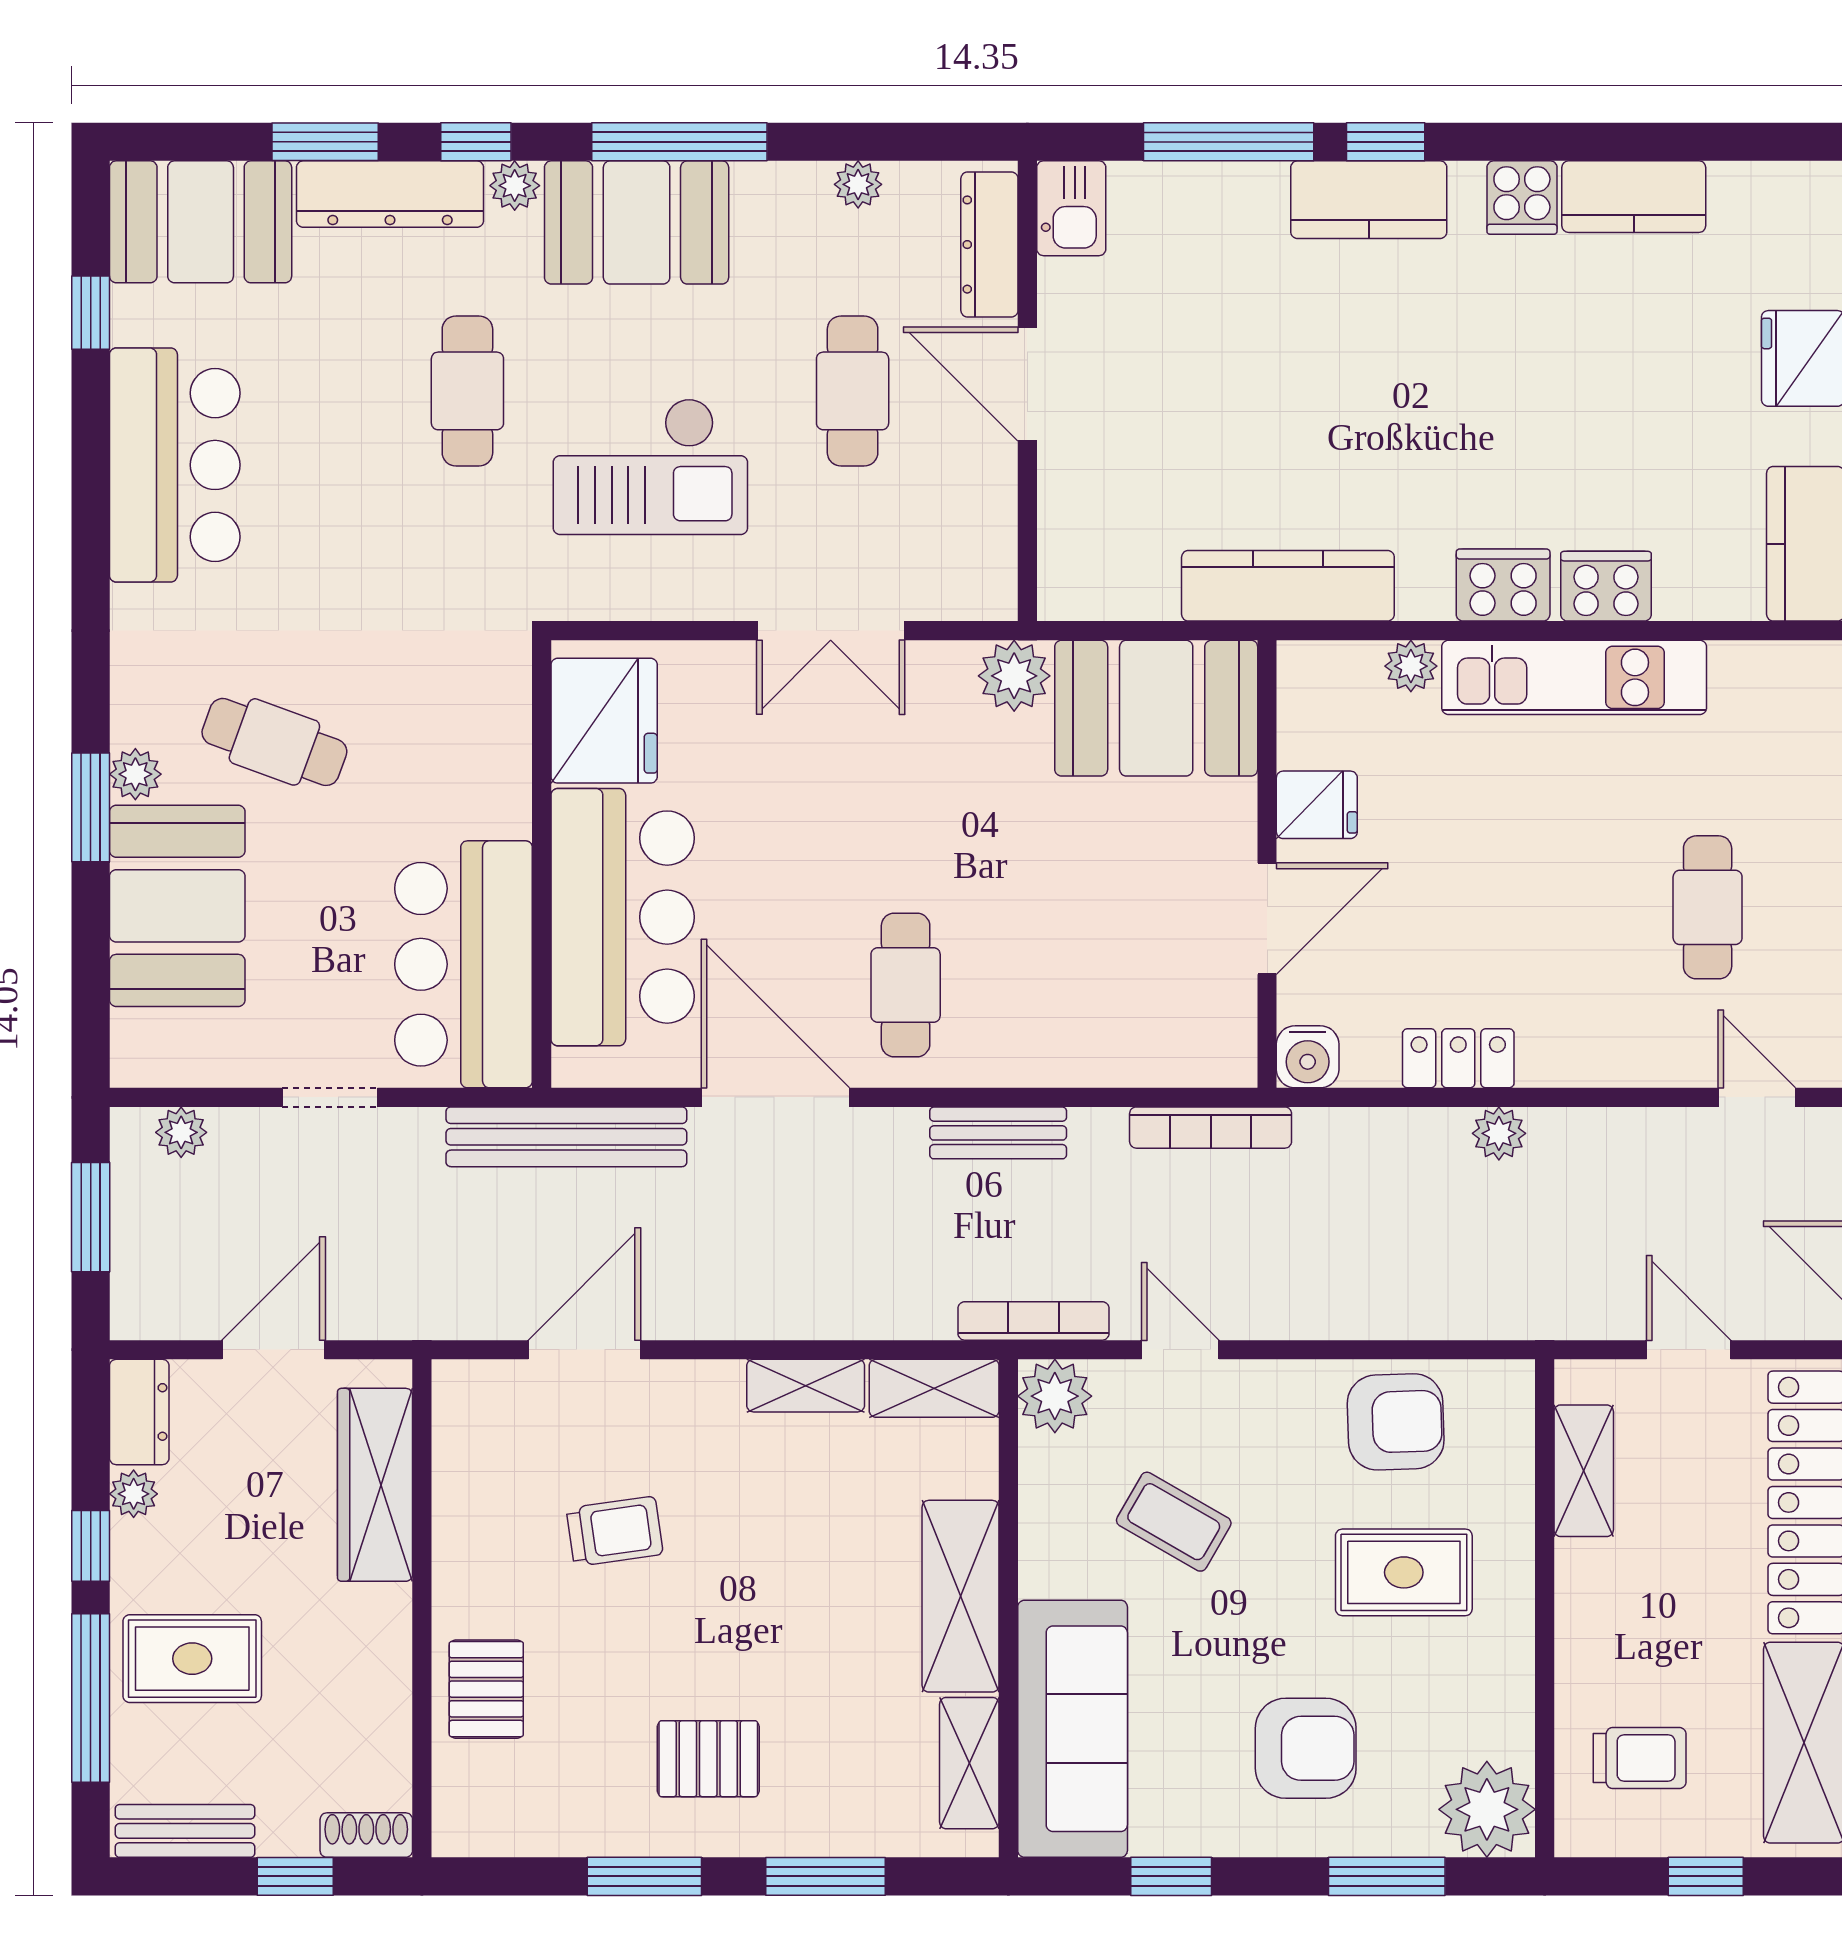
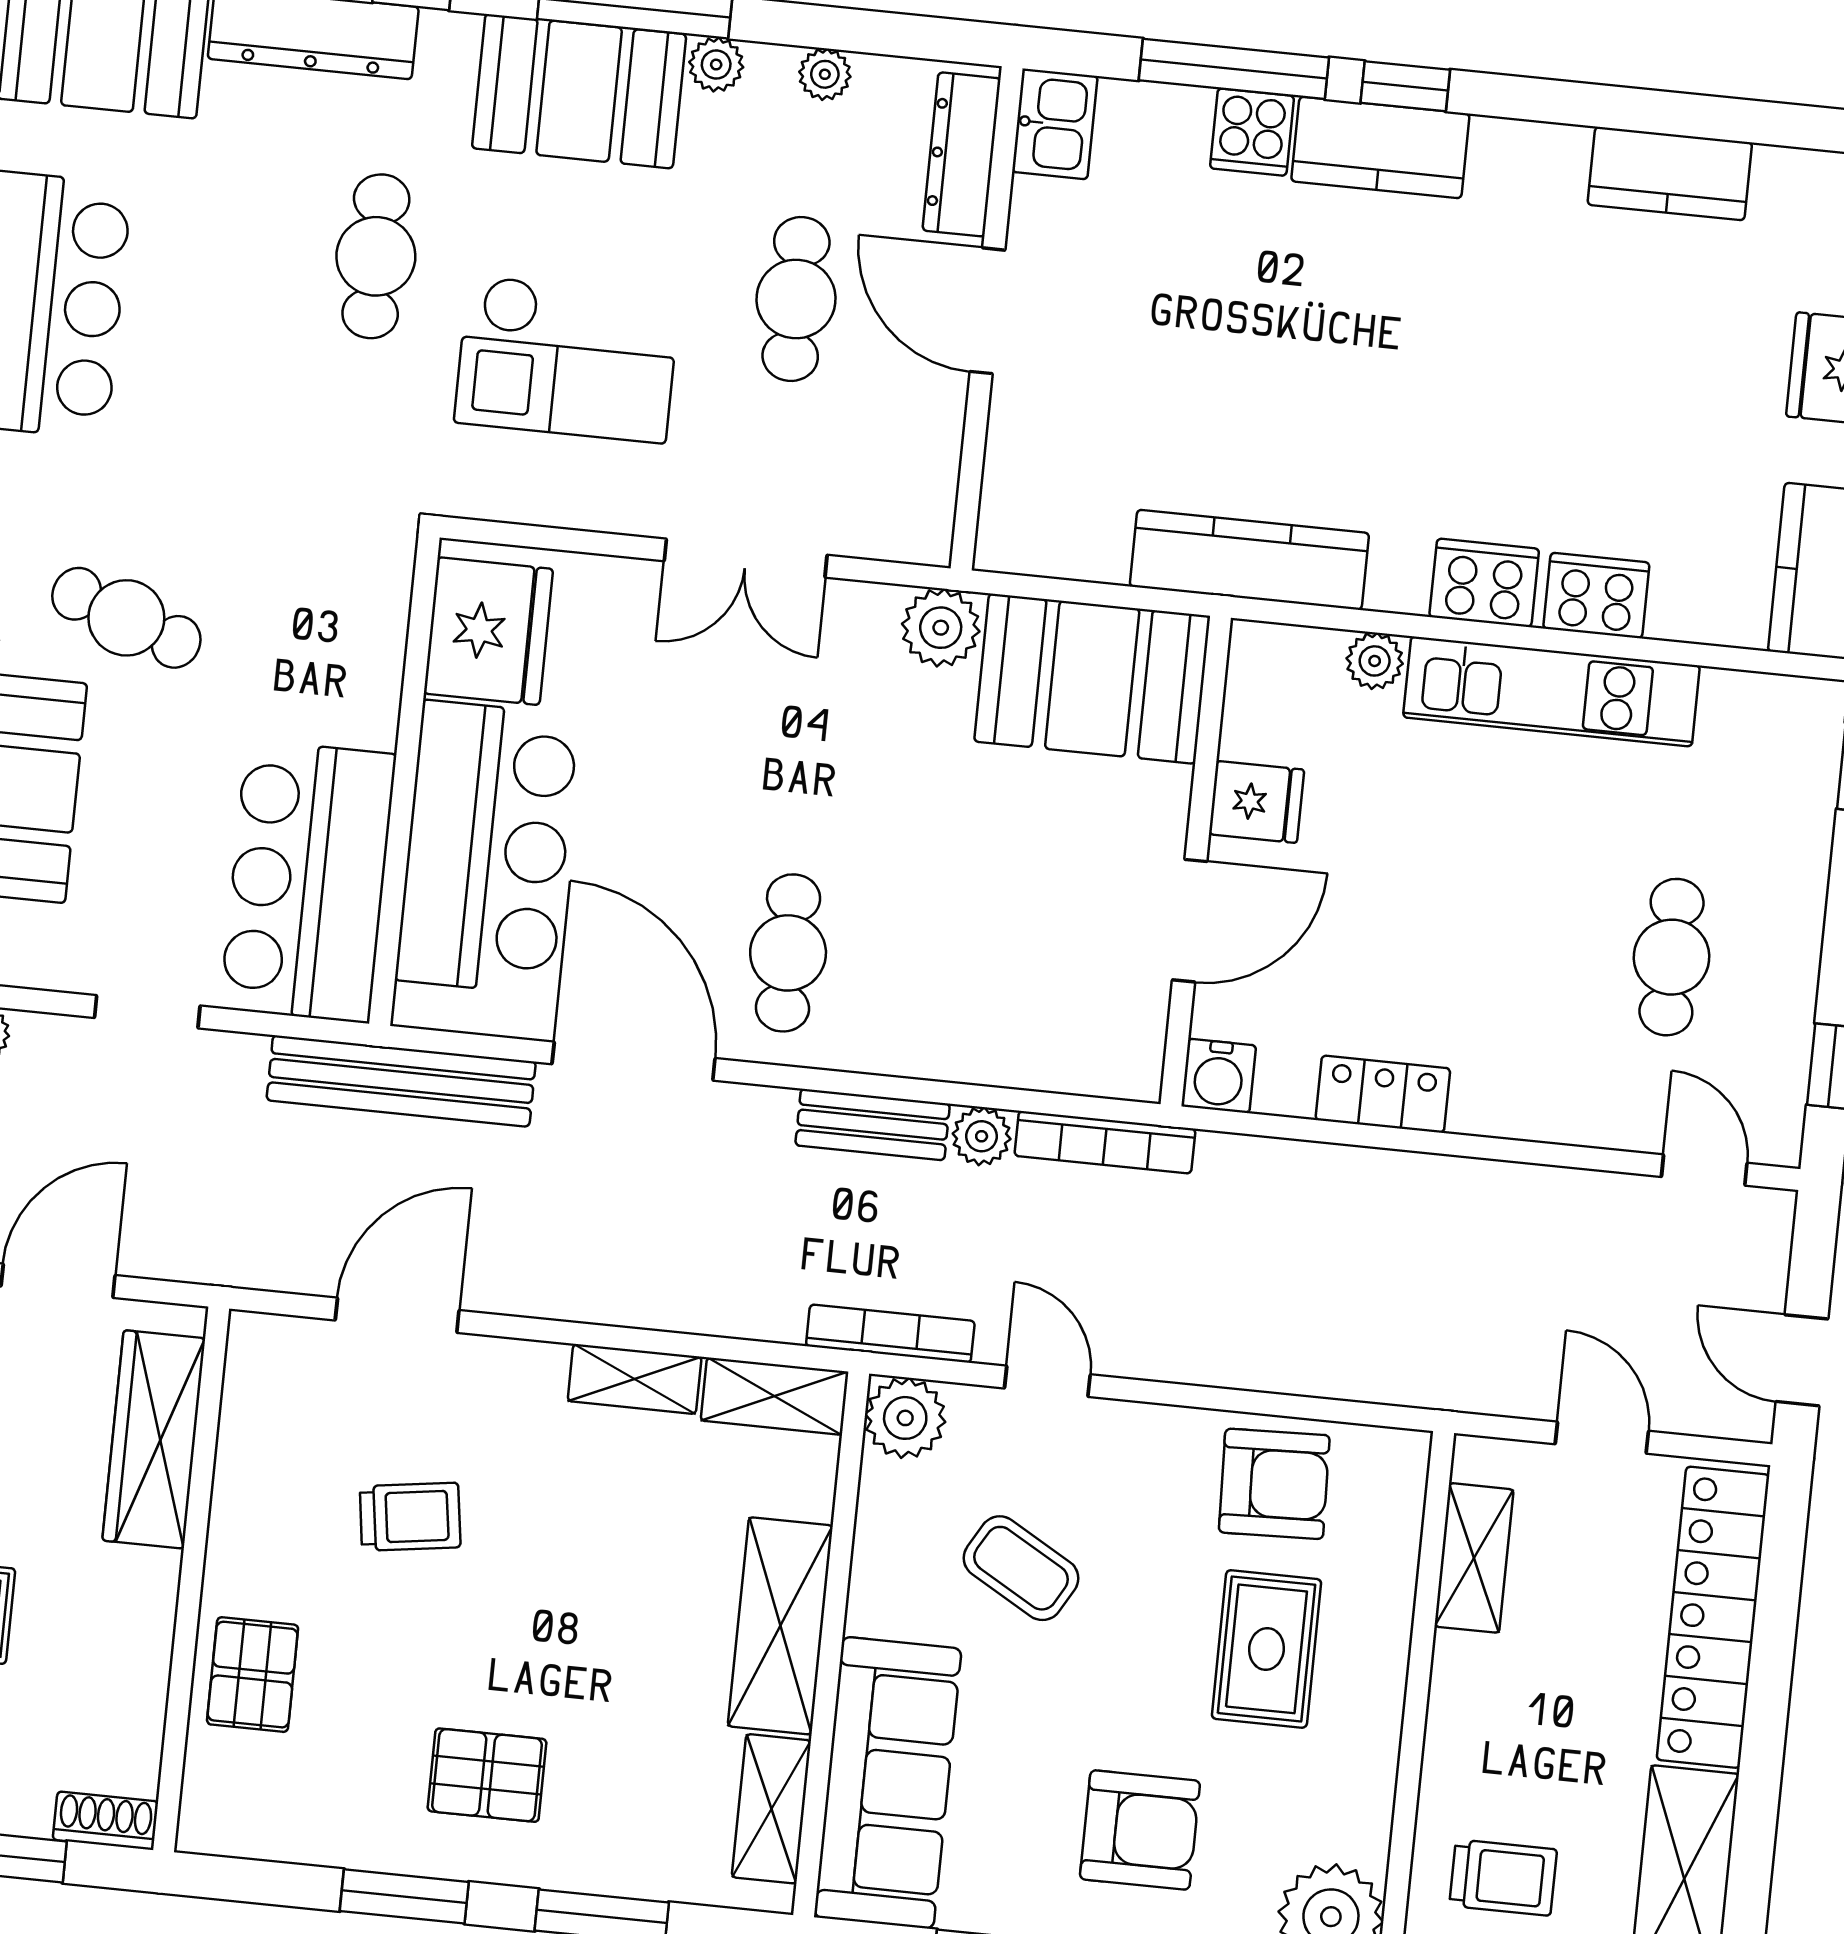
plant: (515, 186) -> (716, 65), moved
cooker: (1522, 198) -> (1252, 132), moved
plant: (1499, 1133) -> (982, 1136), moved
rug: (1404, 1572) -> (1266, 1649), turned 90

